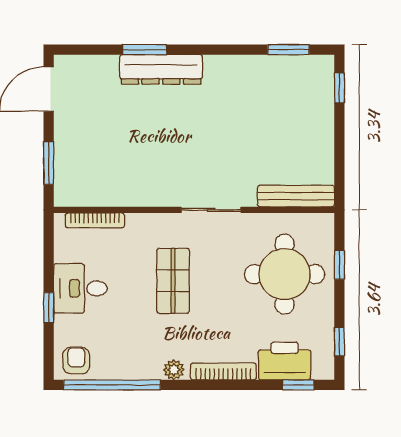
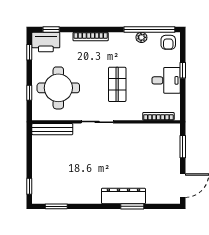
printer: (285, 361) -> (46, 42), moved
plant: (174, 370) -> (141, 37), moved

